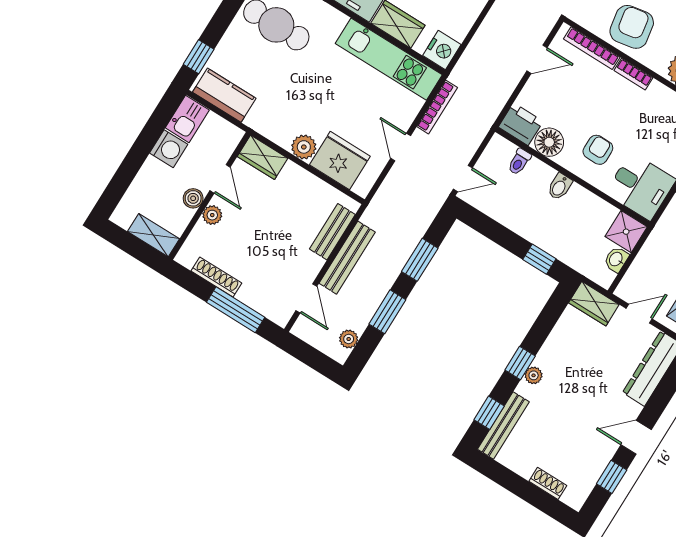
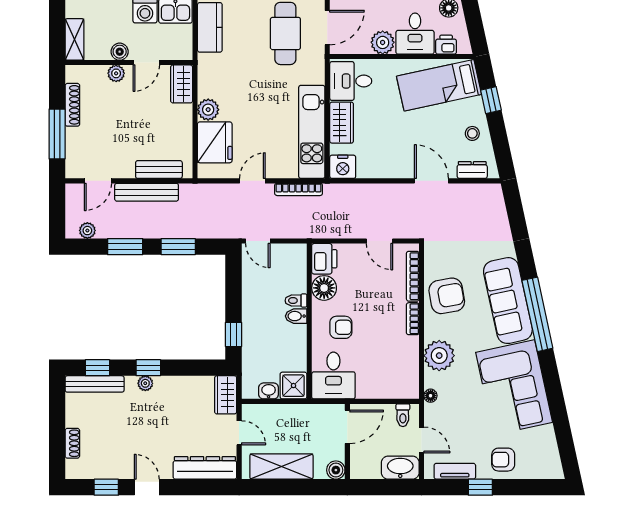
toilet: (519, 162) -> (296, 301), moved

